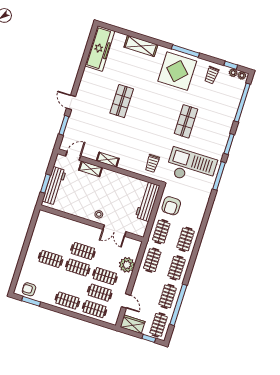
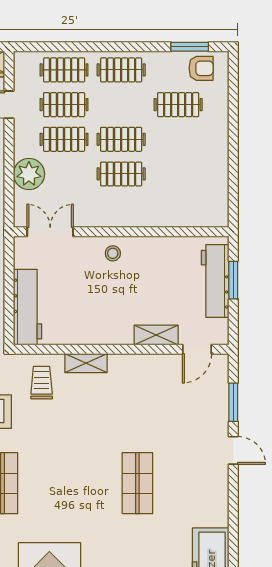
shelving: (108, 160) -> (86, 363), moved
double door: (114, 231) -> (50, 232), moved
clothes rail: (51, 259) -> (178, 105), moved

